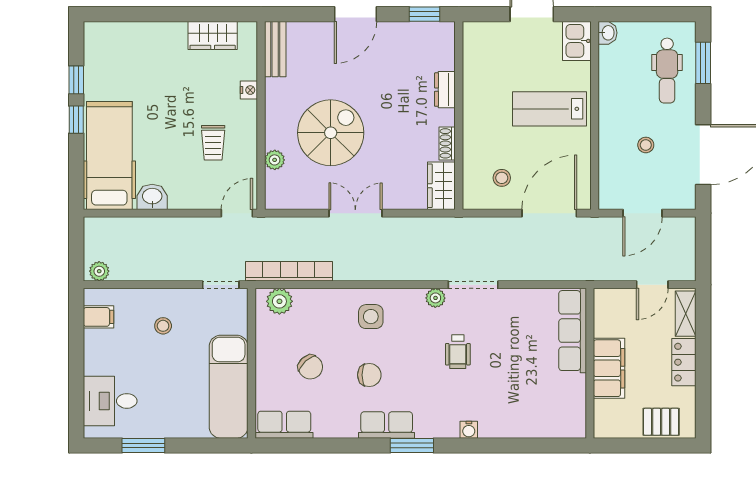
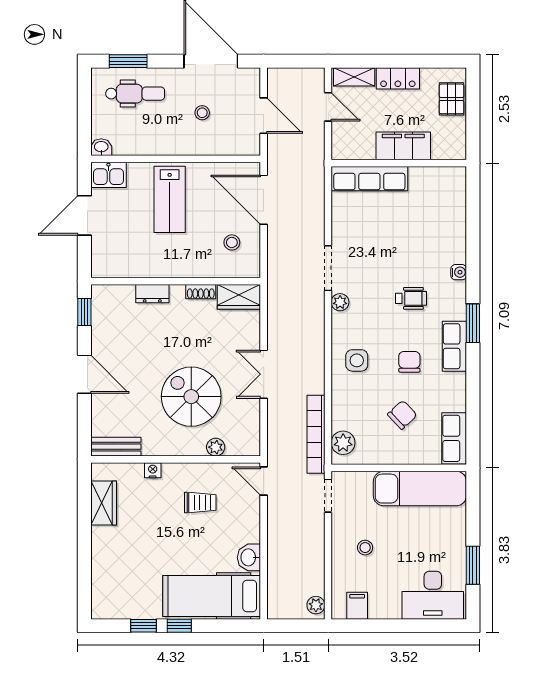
wheelchair: (458, 352) -> (411, 298), moved
desk: (110, 401) -> (433, 595), width x1.37

